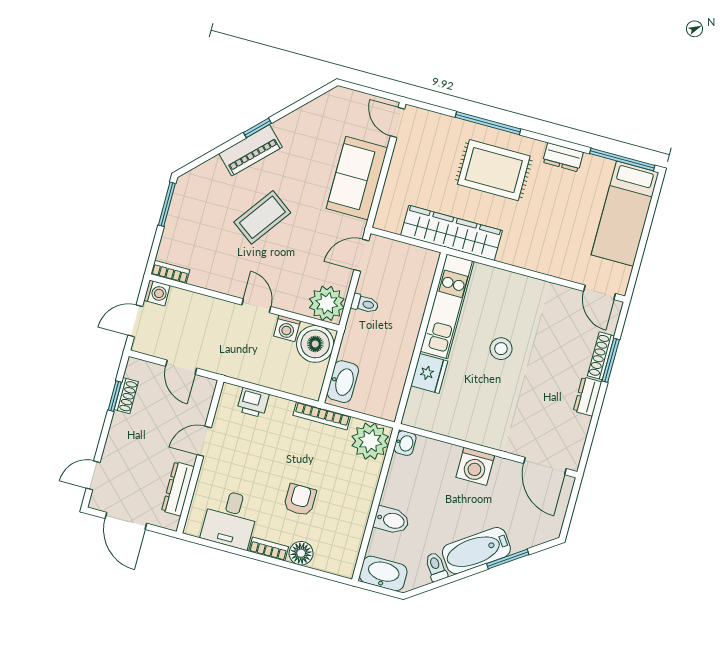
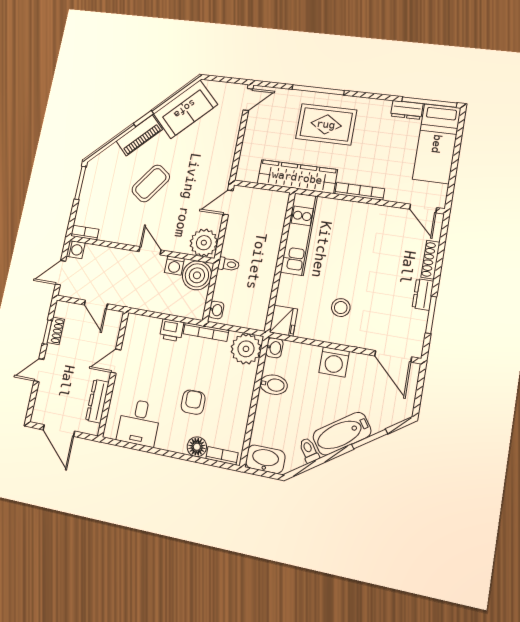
door: (397, 123) -> (248, 99), swing flipped
dresser: (563, 157) -> (407, 110), moved
sofa: (357, 178) -> (185, 109), moved, turned -135
bookcase: (526, 262) -> (360, 191), added
toilet: (365, 304) -> (229, 264), moved
stool: (501, 349) -> (341, 308), moved
window: (611, 360) -> (431, 315), moved
fridge: (429, 373) -> (283, 321), moved
washbasin: (343, 382) -> (216, 310), width x0.52, depth x0.69
printer: (253, 403) -> (172, 330), moved
door: (93, 475) -> (39, 370), moved
bidet: (392, 520) -> (274, 385), moved
bookcase: (269, 549) -> (222, 456), moved

